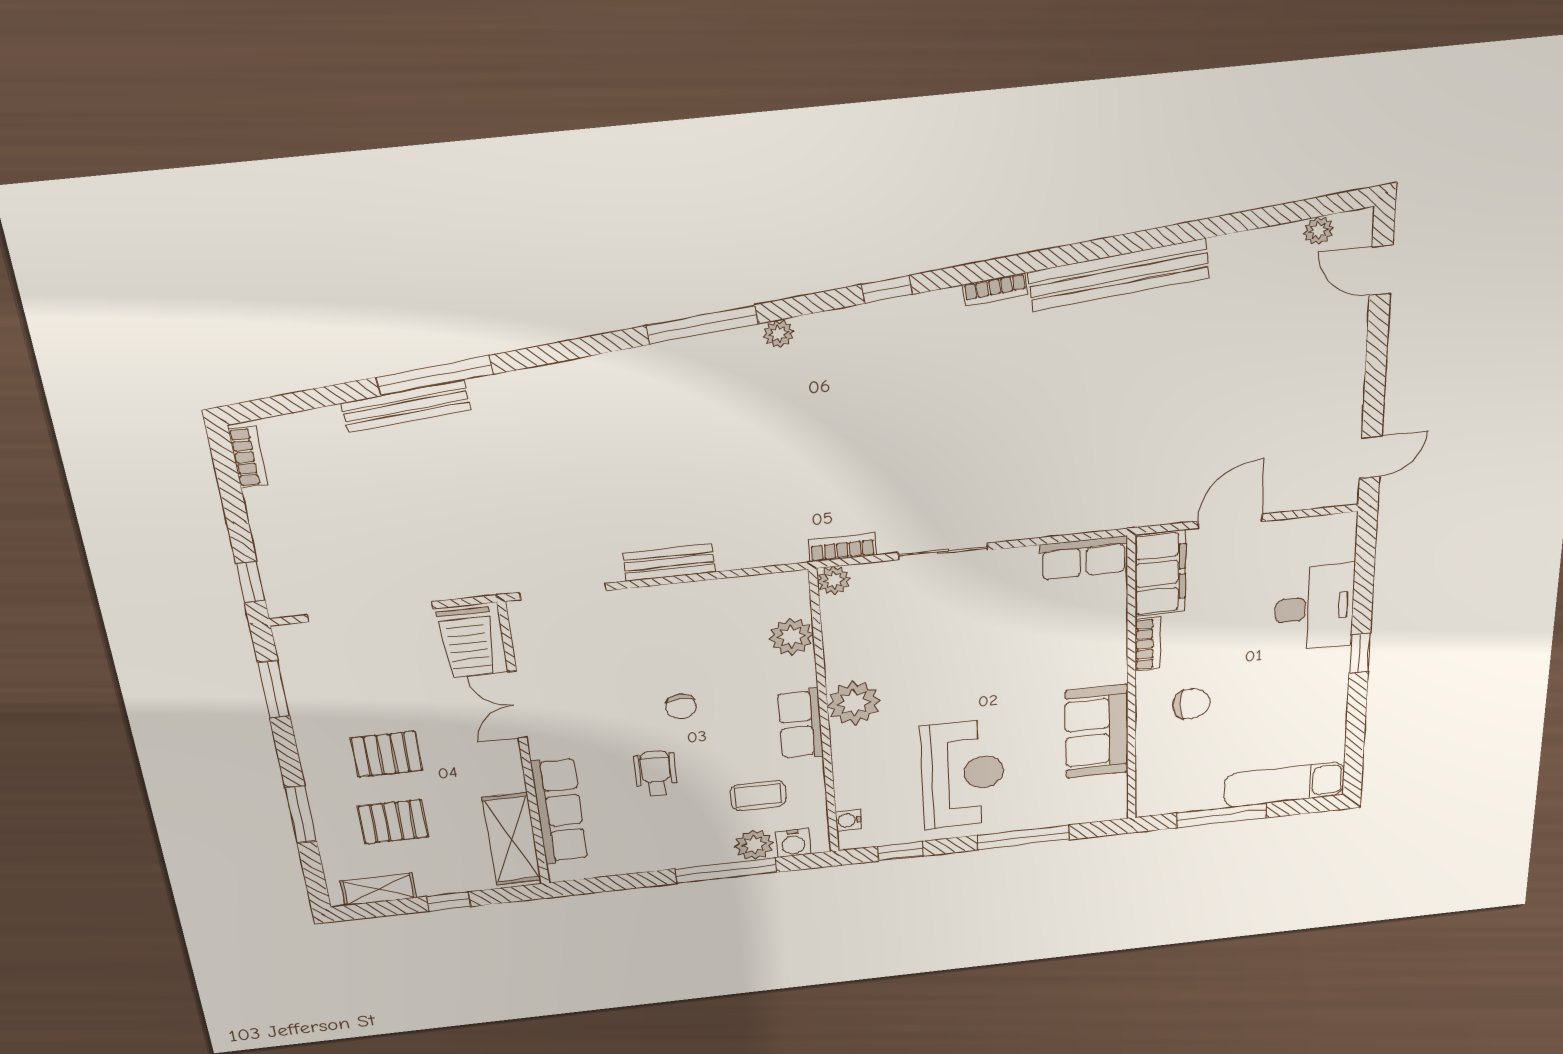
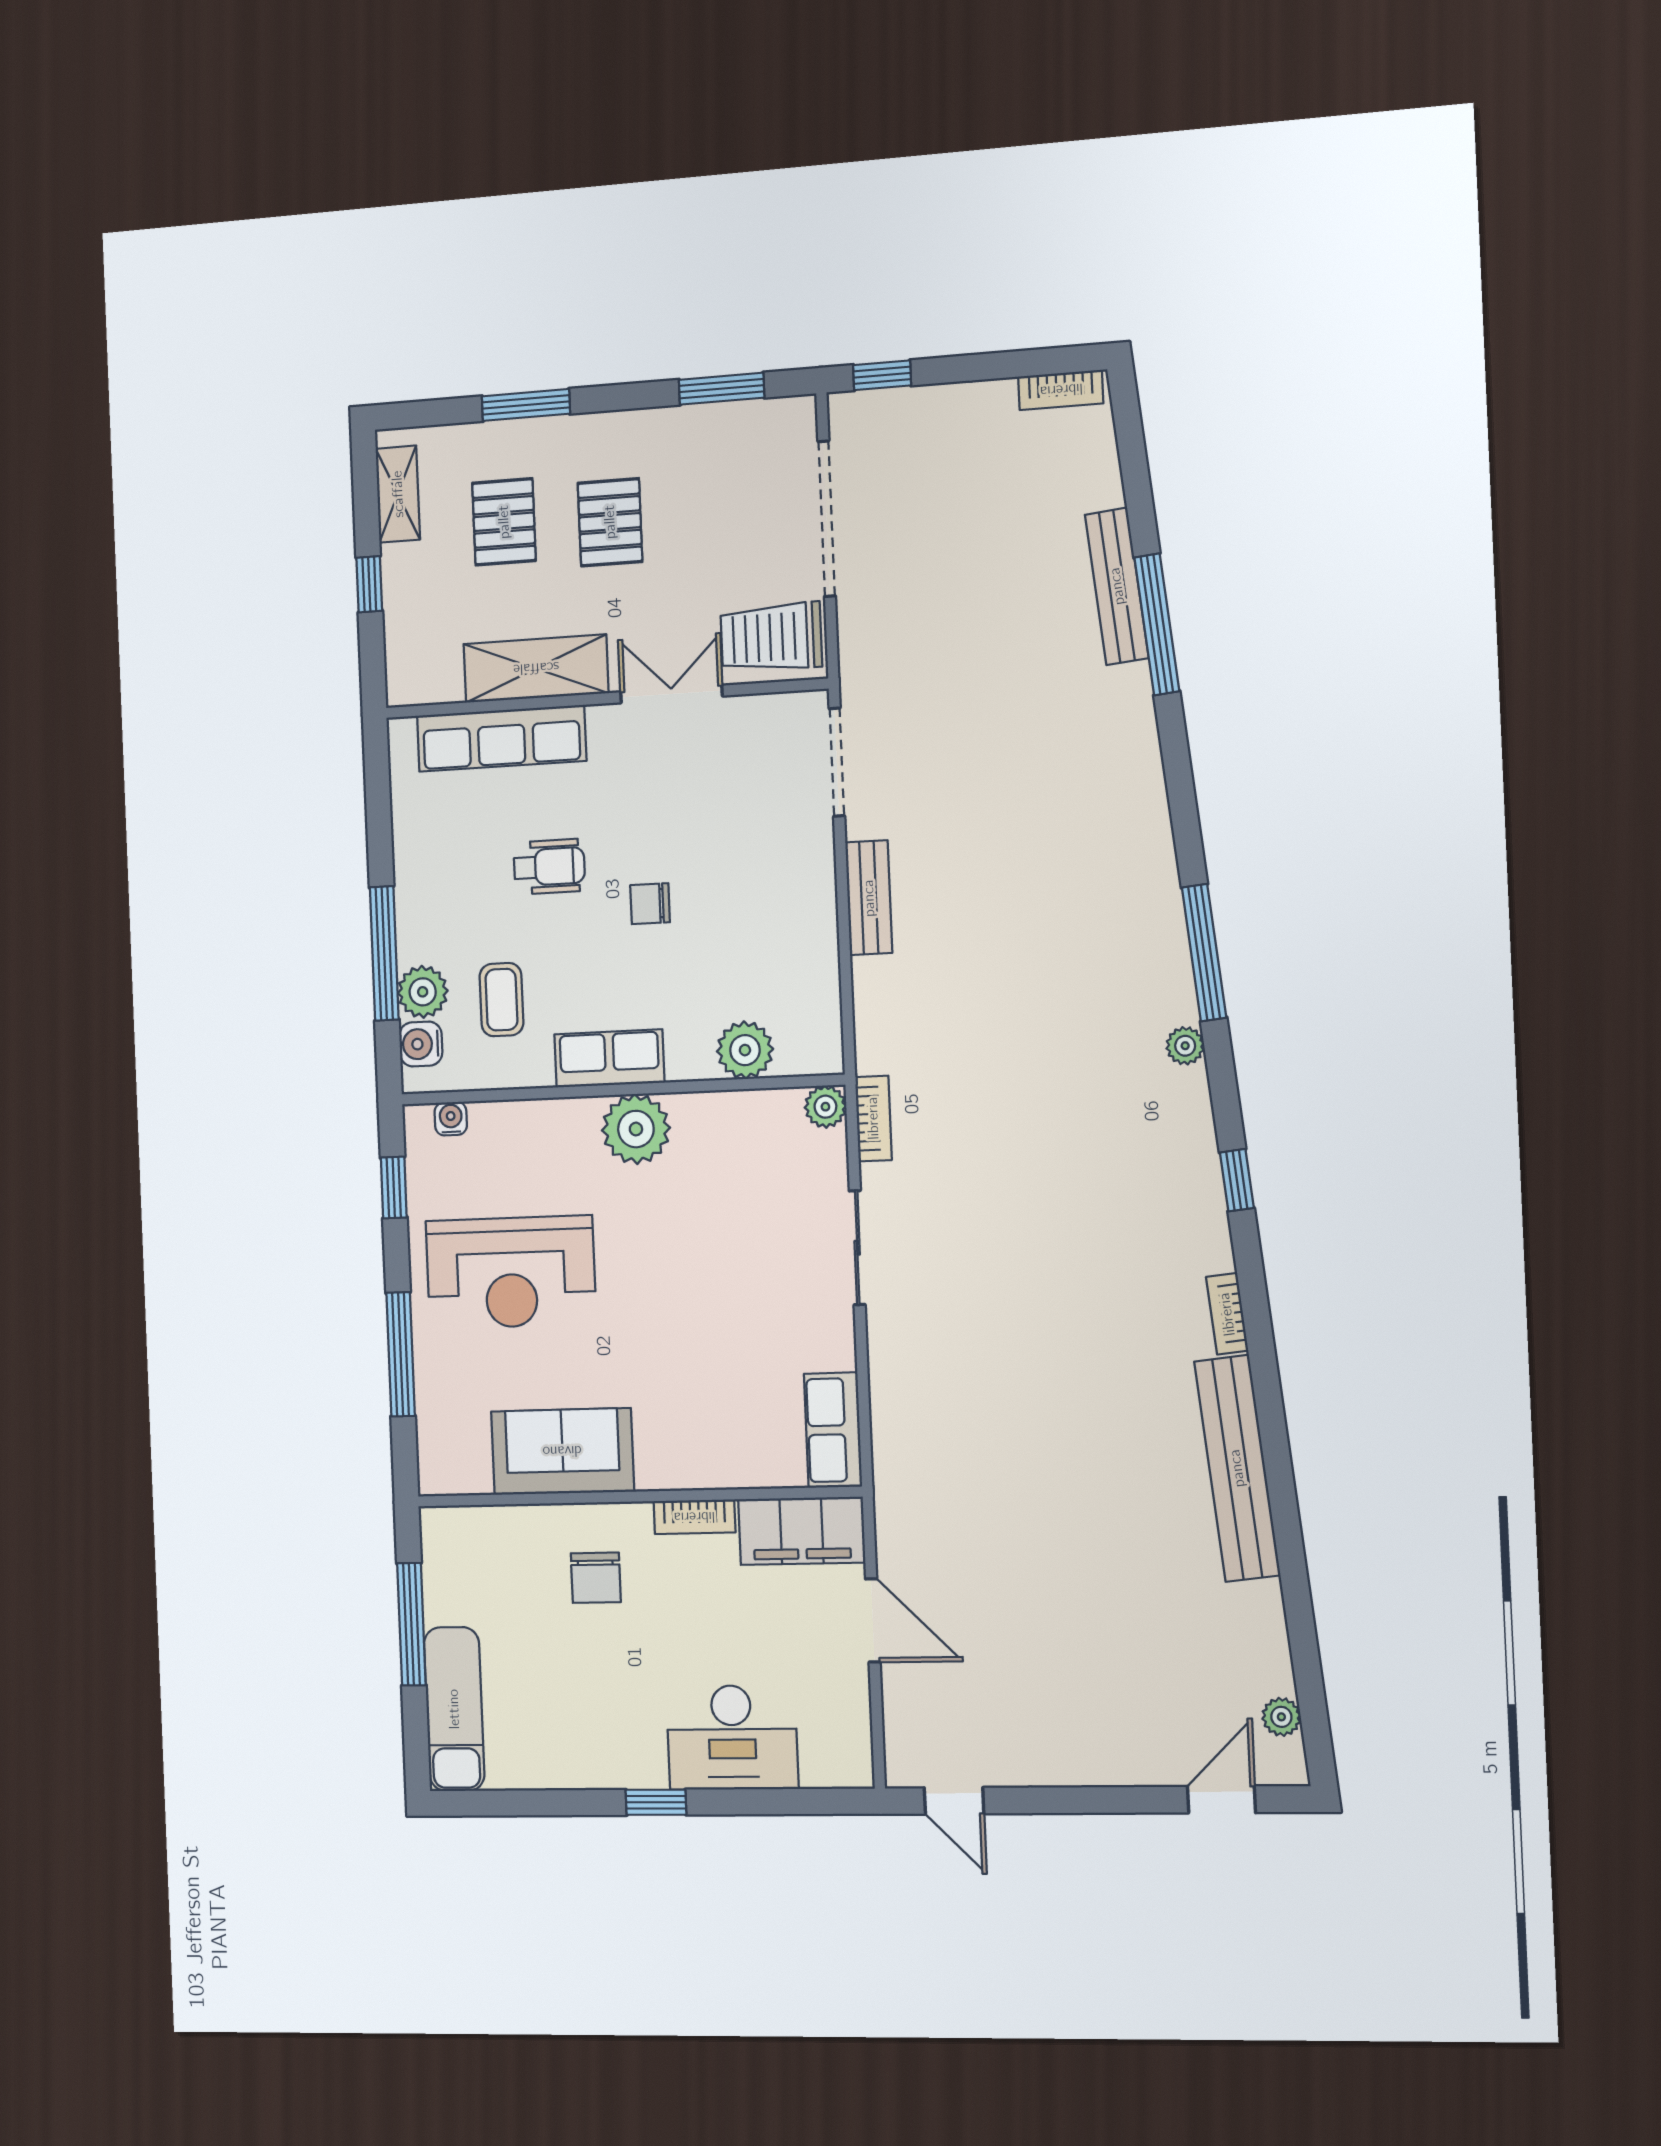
shelving: (512, 839) -> (536, 668), moved

